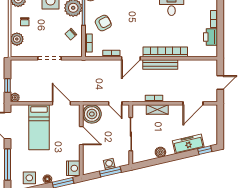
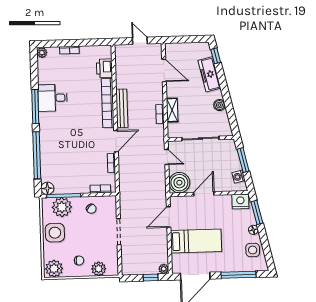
armchair: (103, 23) -> (78, 173), removed
printer: (211, 37) -> (104, 68), moved, turned 90
door: (131, 58) -> (116, 141), hinge flipped
door: (115, 103) -> (167, 157), hinge flipped
washing machine: (109, 164) -> (238, 177), moved

